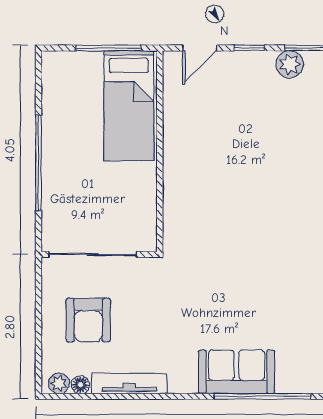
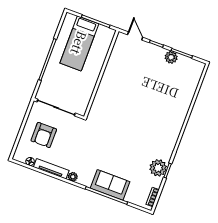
door: (200, 48) -> (135, 36), swing flipped
bed: (129, 106) -> (79, 43), moved
sofa: (237, 372) -> (110, 185), moved
plant: (59, 383) -> (73, 177), moved

